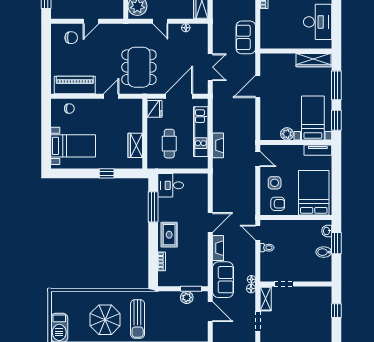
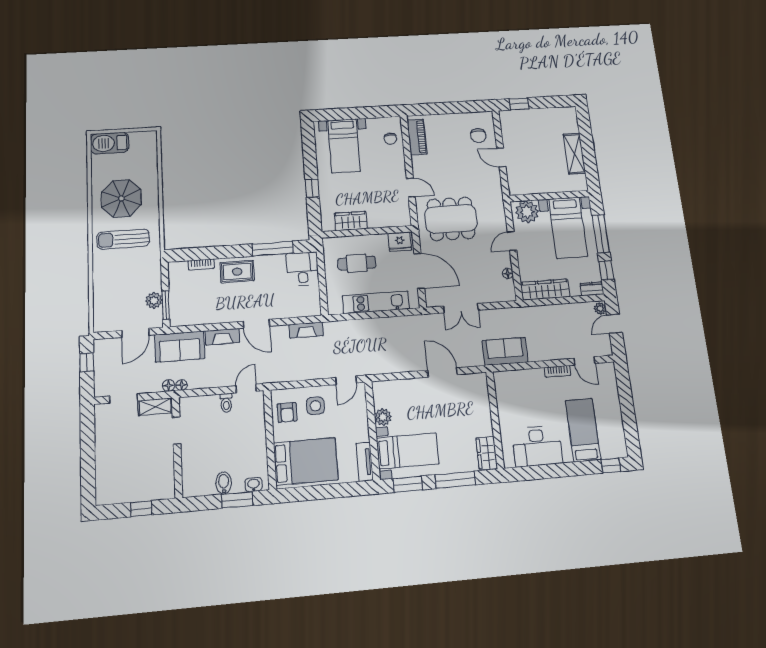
wardrobe: (314, 60) -> (487, 453), width x0.67
piano: (75, 85) -> (417, 137), width x0.73, depth x0.75
fireplace: (218, 145) -> (306, 330), moved

